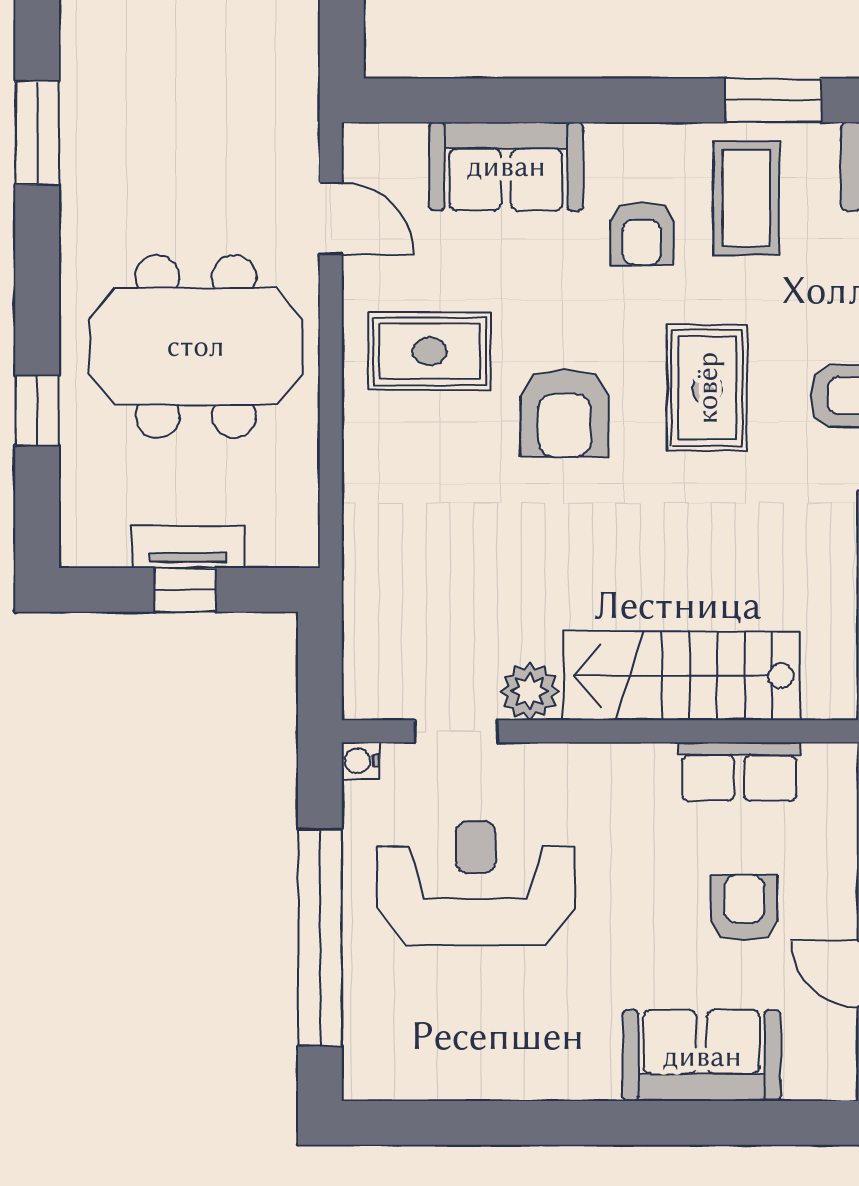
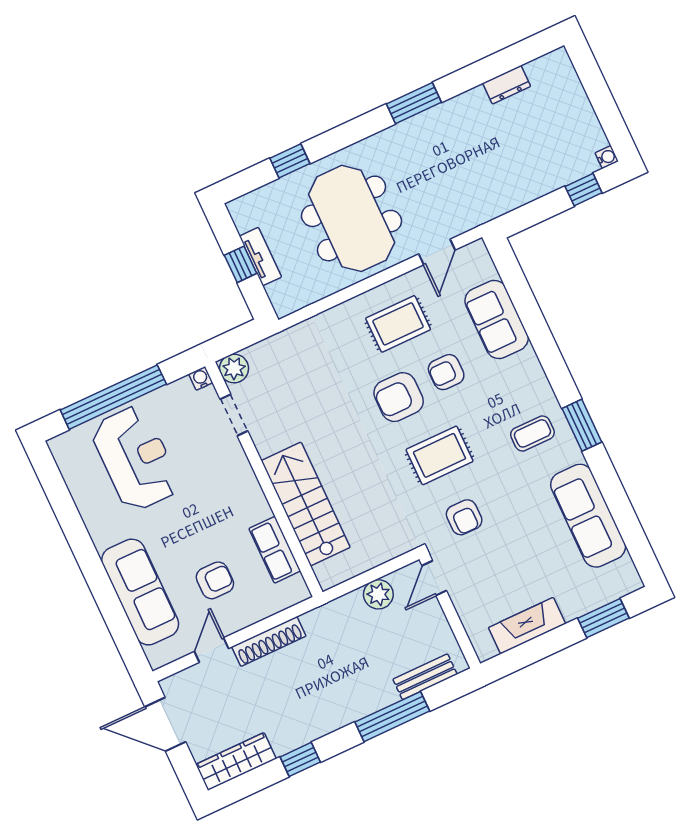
coffee table: (746, 198) -> (532, 433), width x0.73, depth x0.77
armchair: (642, 234) -> (446, 372), moved
rug: (430, 351) -> (398, 324), turned 90
plant: (530, 691) -> (234, 368), moved
reception desk: (476, 883) -> (136, 458), moved
sofa: (702, 1056) -> (140, 592), width x1.36

